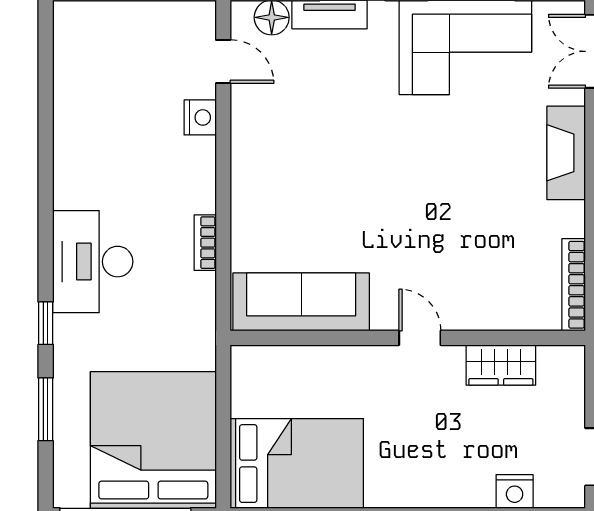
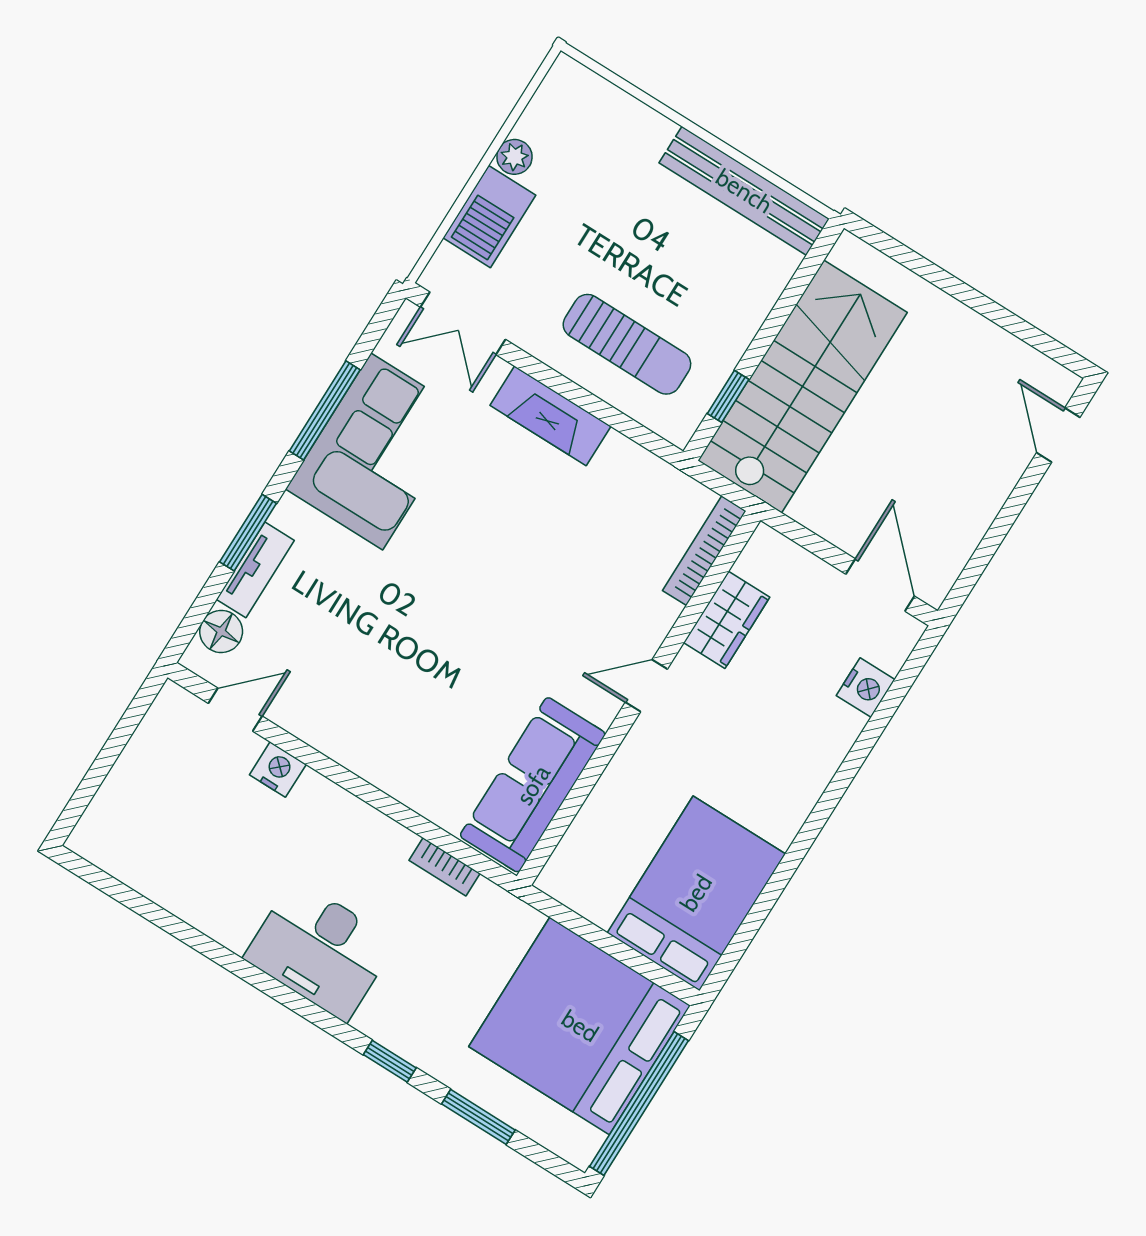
bookcase: (205, 243) -> (445, 867), moved
desk: (93, 262) -> (320, 950), moved
bookcase: (574, 285) -> (704, 551), moved, turned 90

